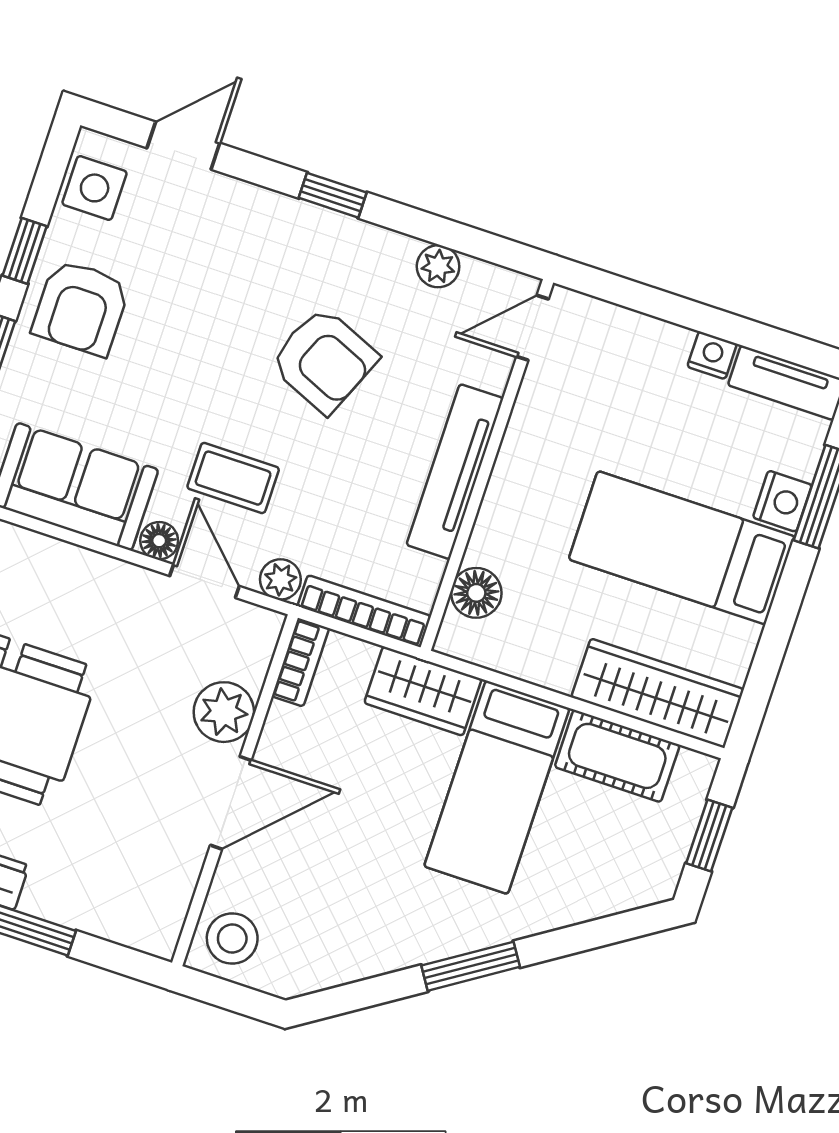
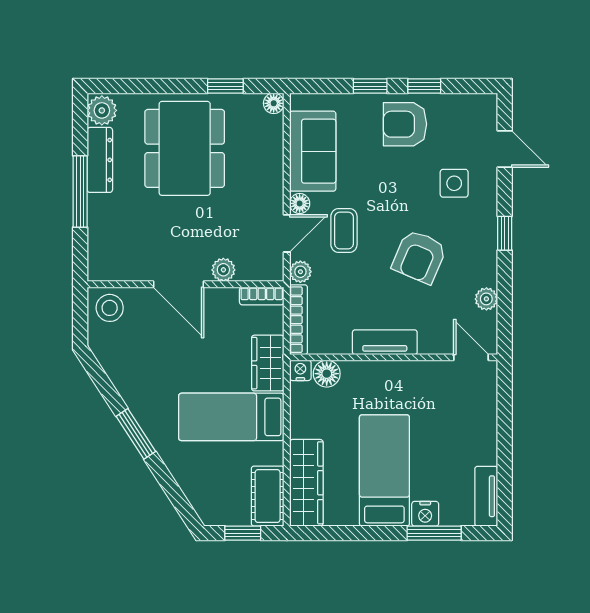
side table: (95, 188) -> (454, 183), moved
nightstand: (712, 355) -> (300, 370), moved, turned -90
tv unit: (455, 472) -> (385, 342), width x0.71
plant: (224, 712) -> (223, 270), width x0.73, depth x0.73
cot: (617, 756) -> (268, 496), moved

